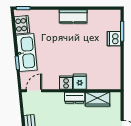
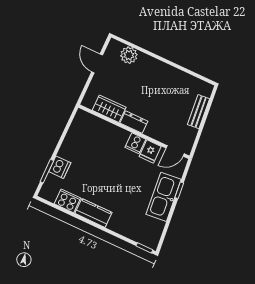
cooker: (22, 25) -> (67, 201), moved, turned 96
fridge: (80, 82) -> (150, 151), moved

